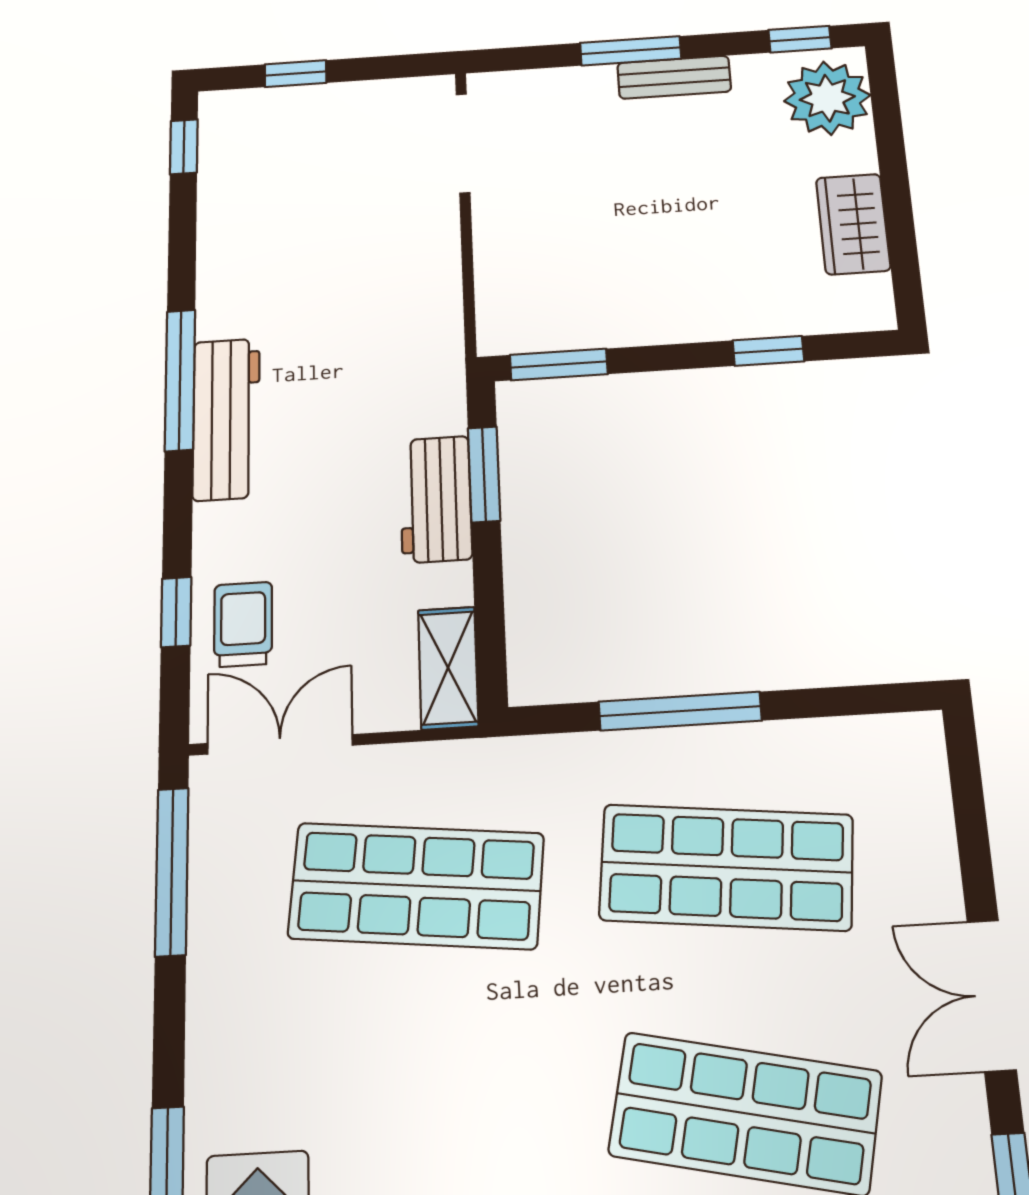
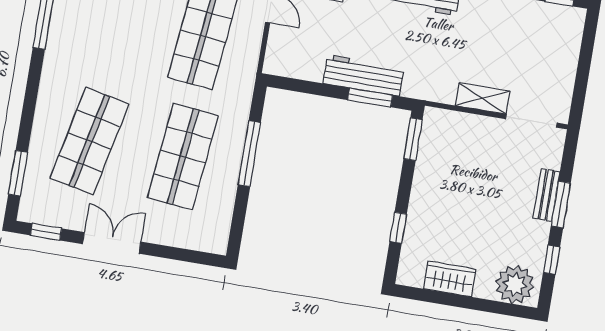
window: (800, 39) -> (552, 260), moved
window: (296, 74) -> (586, 54), removed
bench: (674, 77) -> (546, 195), moved
workbench: (436, 499) -> (364, 76), width x1.38
shelving: (448, 668) -> (483, 98), moved

